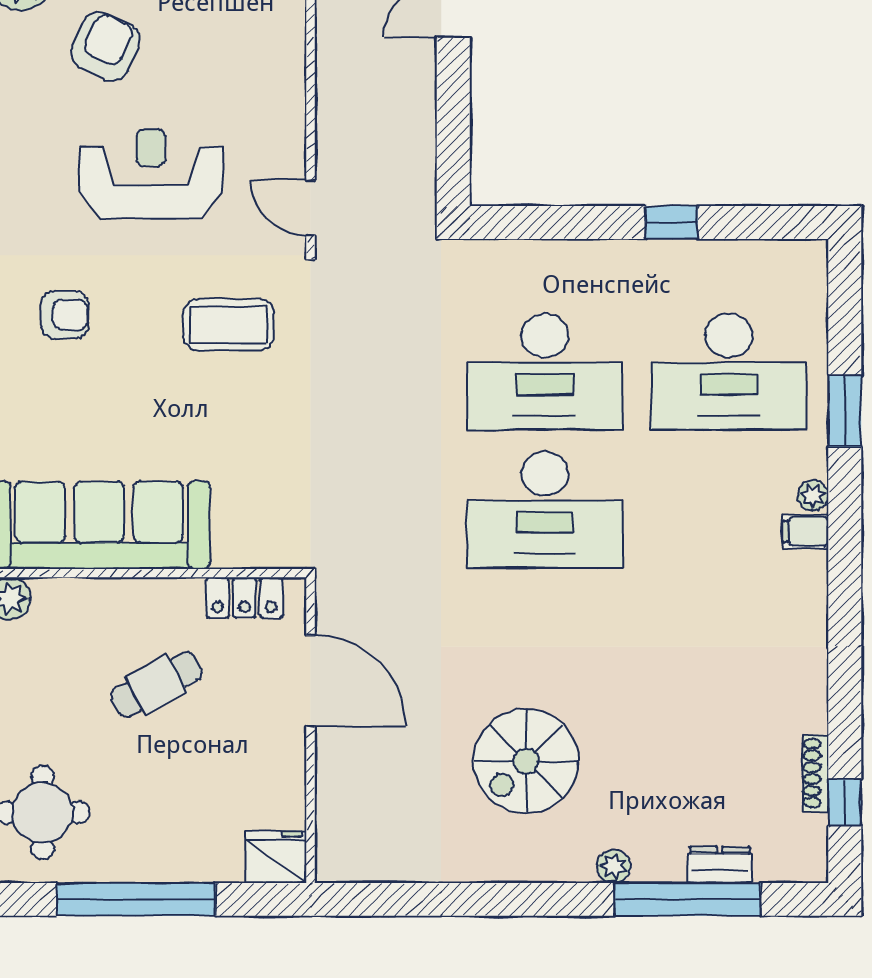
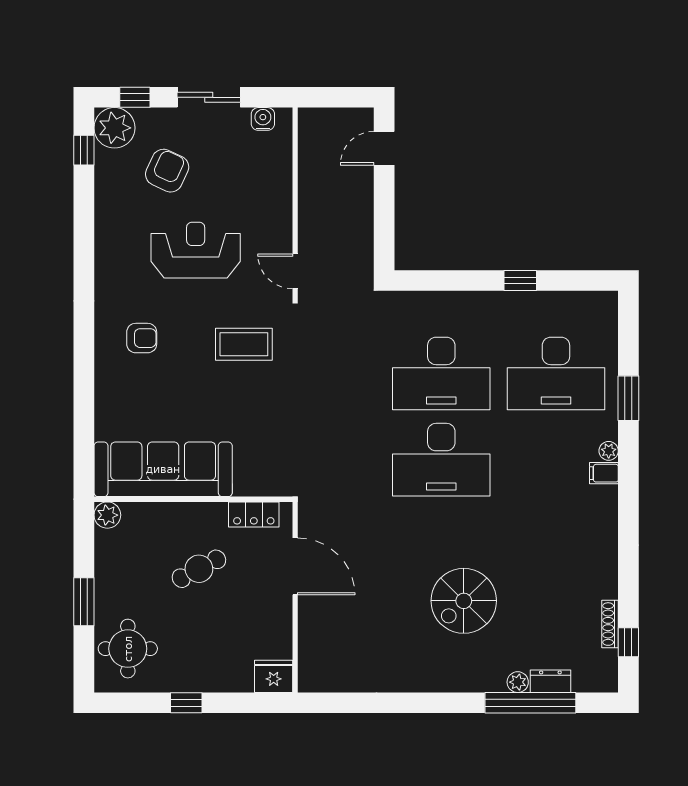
spiral stairs: (526, 761) -> (464, 601), moved
plant: (614, 866) -> (518, 682), moved
window: (136, 899) -> (186, 703), width x0.32

